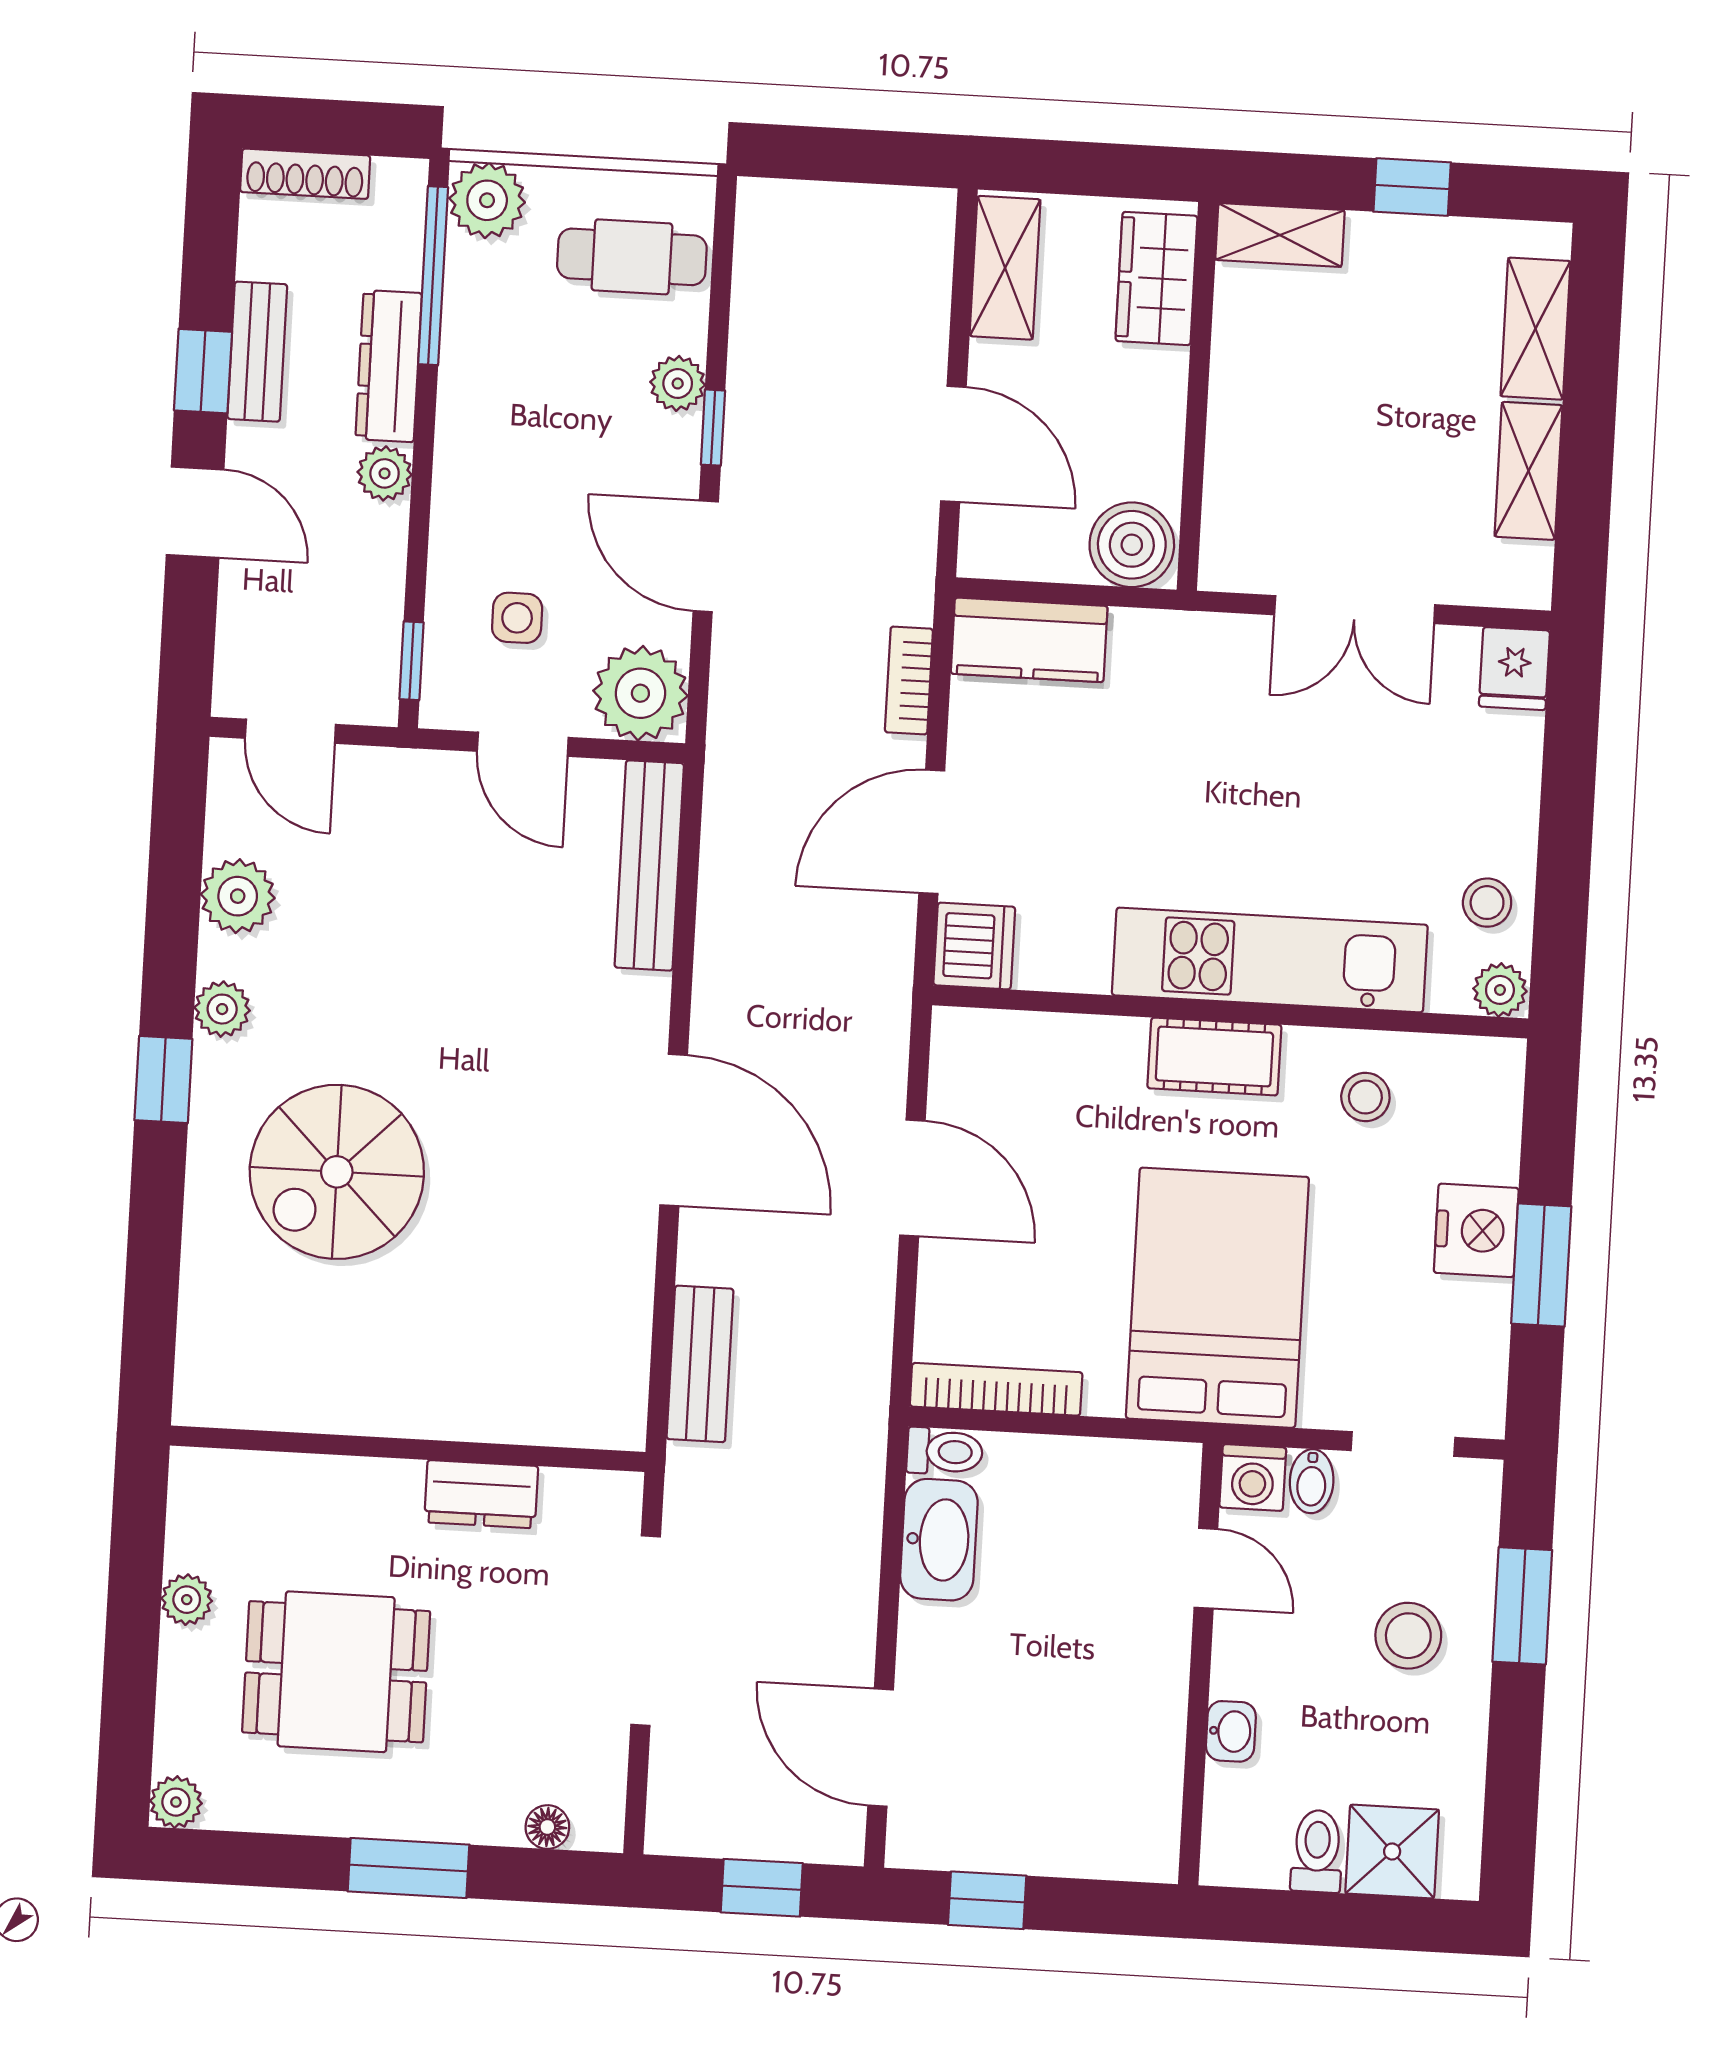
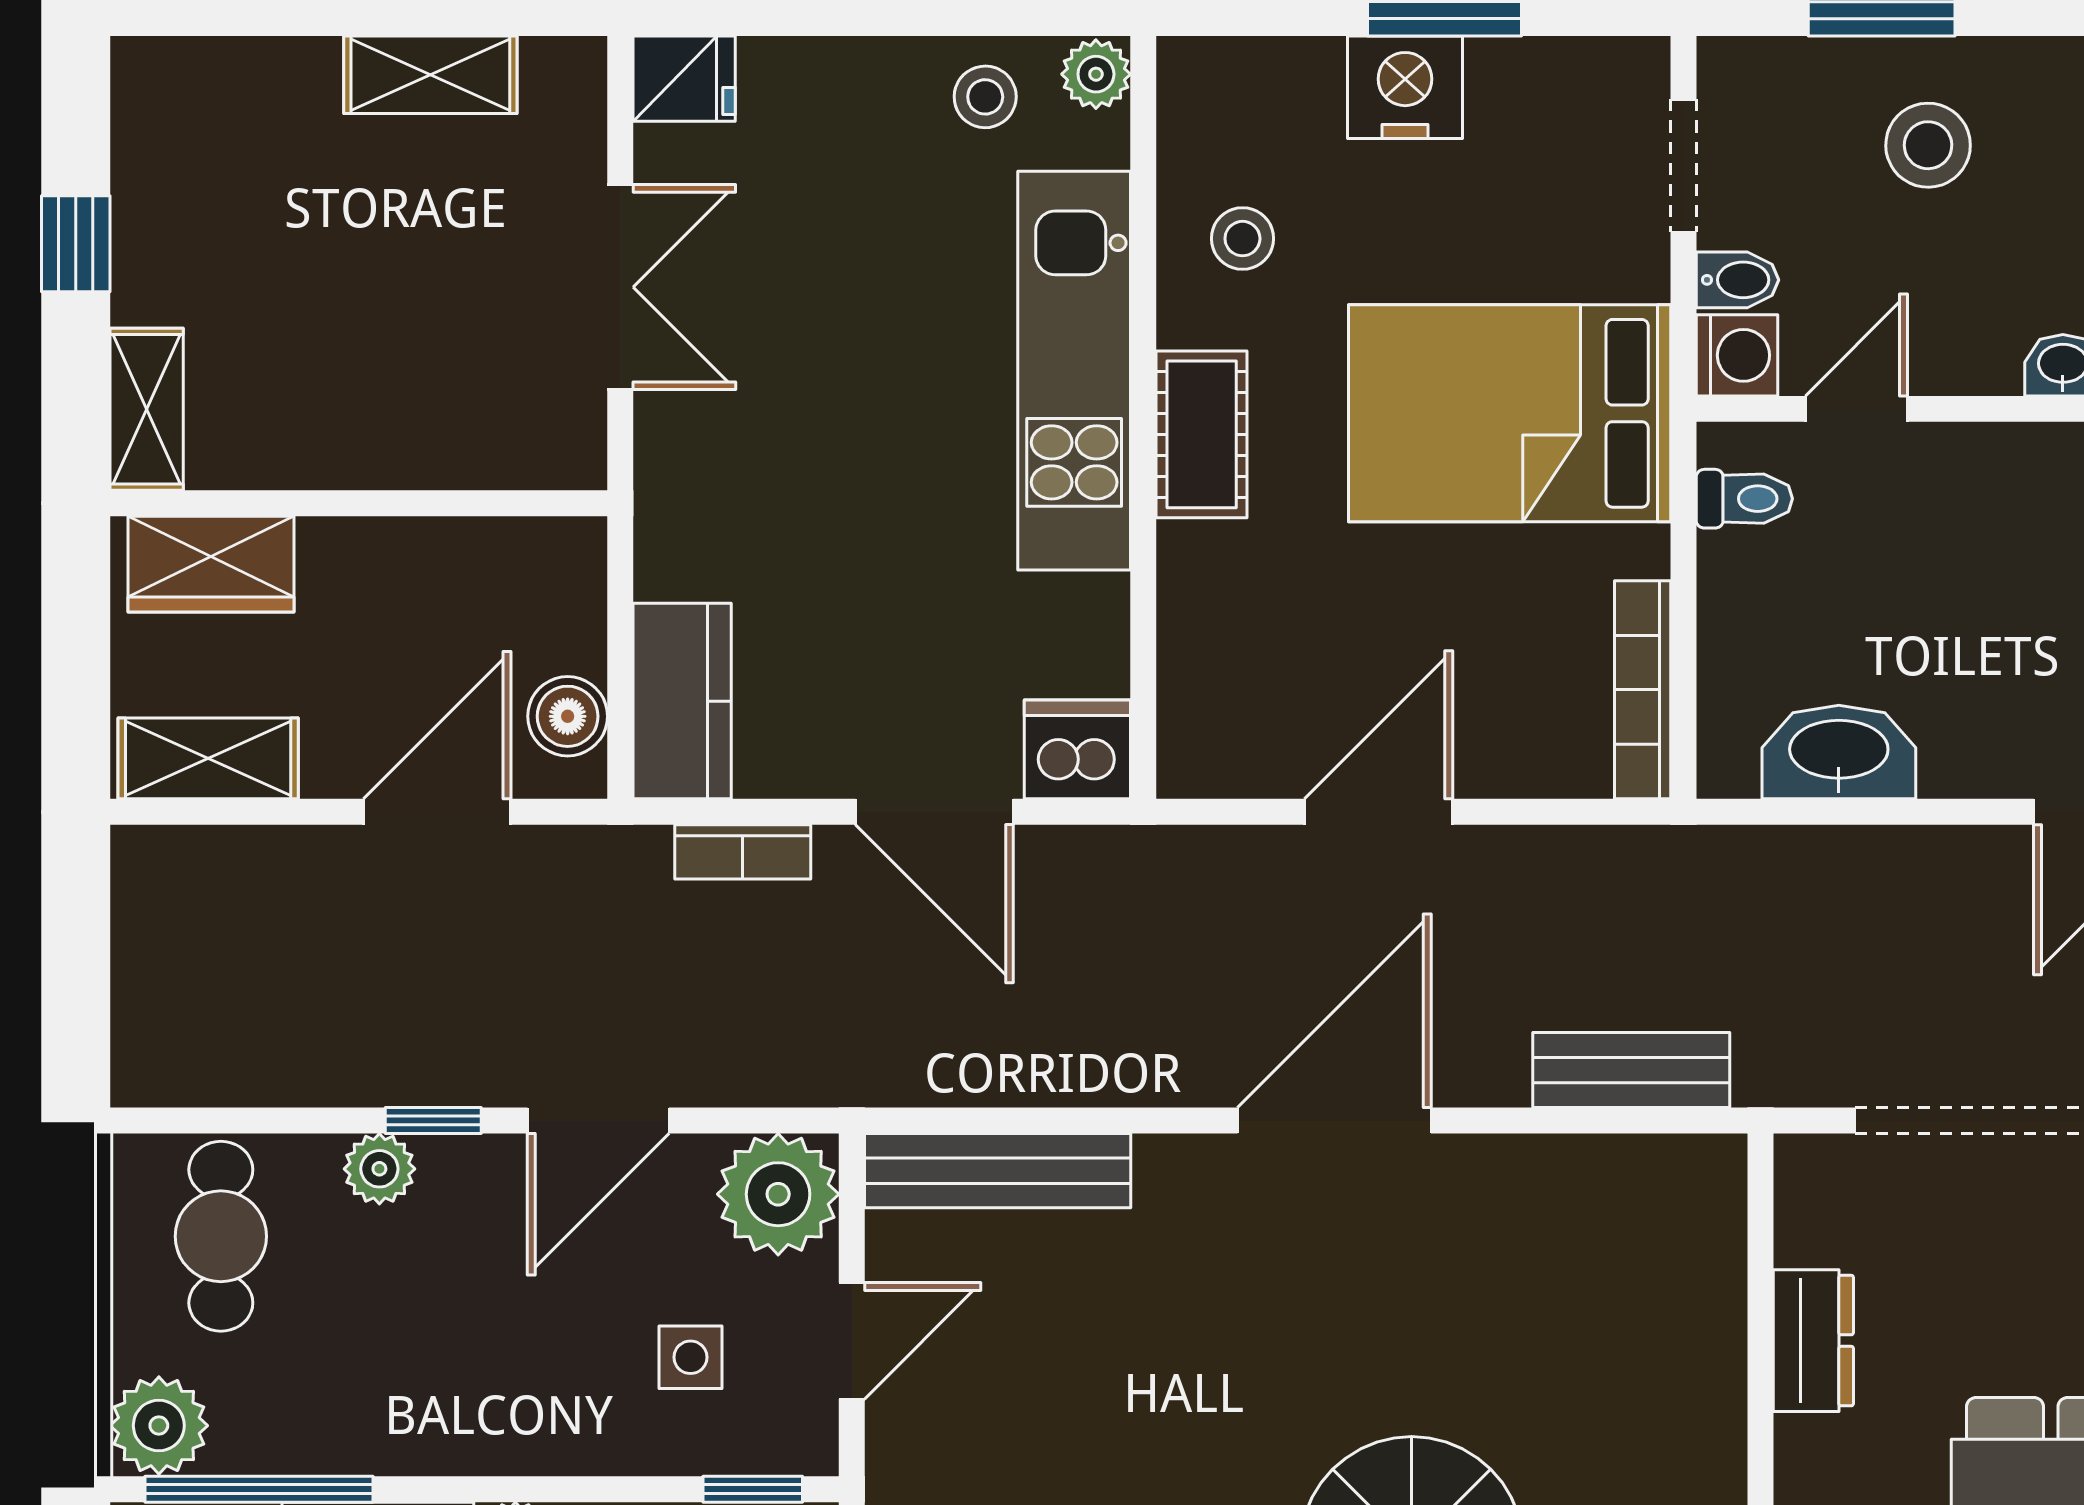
shelving: (1536, 329) -> (248, 76), removed
boiler: (1132, 545) -> (568, 716), moved, width x0.73, depth x0.73
toilet: (945, 1452) -> (1744, 499), moved, turned 90

